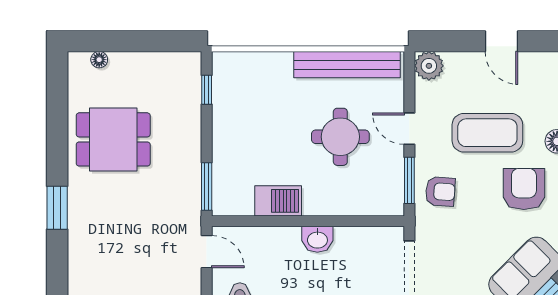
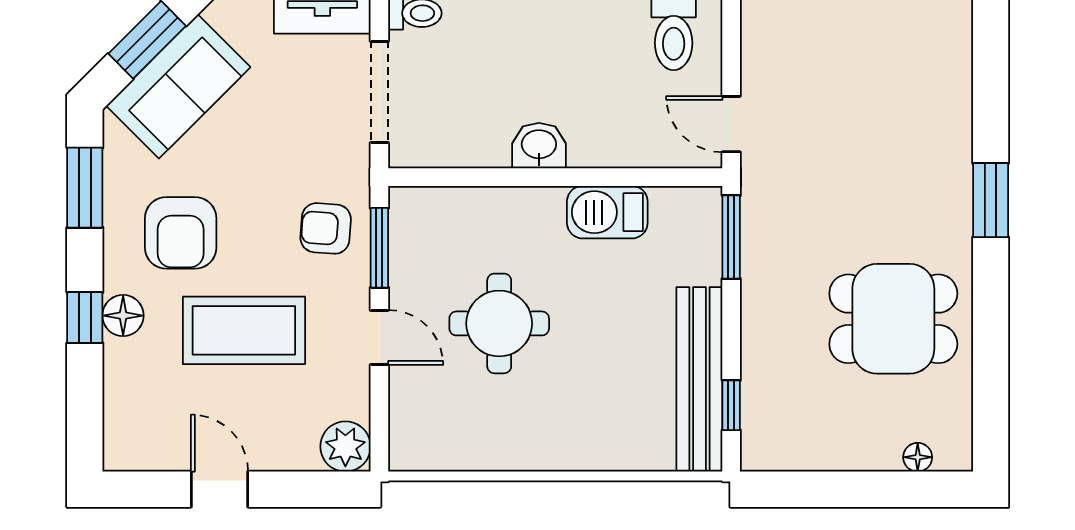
bench: (347, 65) -> (699, 379), moved, turned 90

